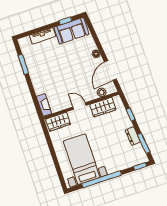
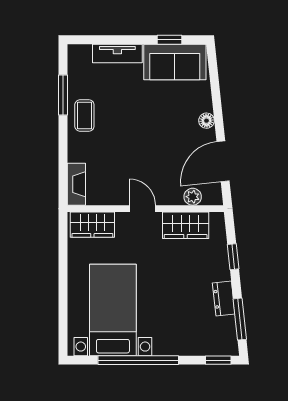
coffee table: (37, 71) -> (84, 116), added

